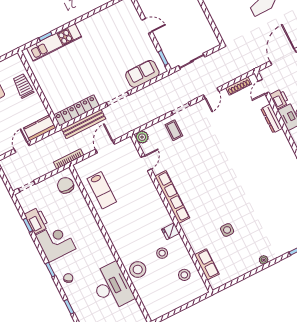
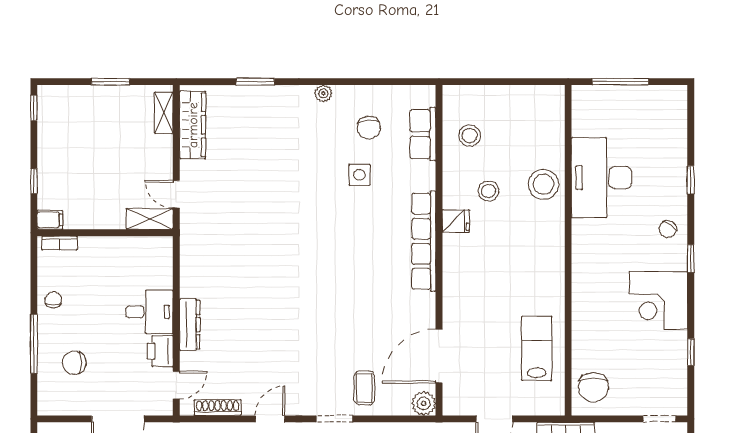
door: (146, 163) -> (439, 356), width x1.87
row of seats: (172, 197) -> (424, 241), moved
printer: (37, 221) -> (672, 353), removed
chair: (234, 255) -> (369, 128), added

